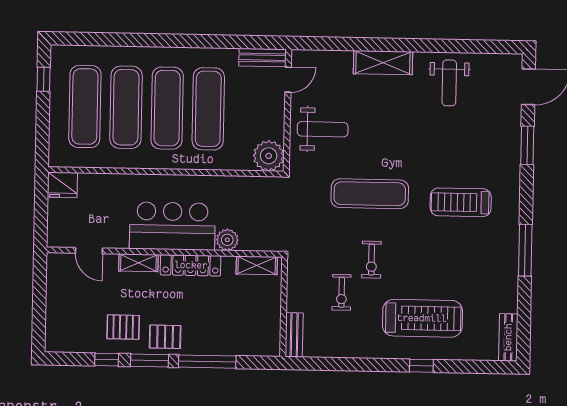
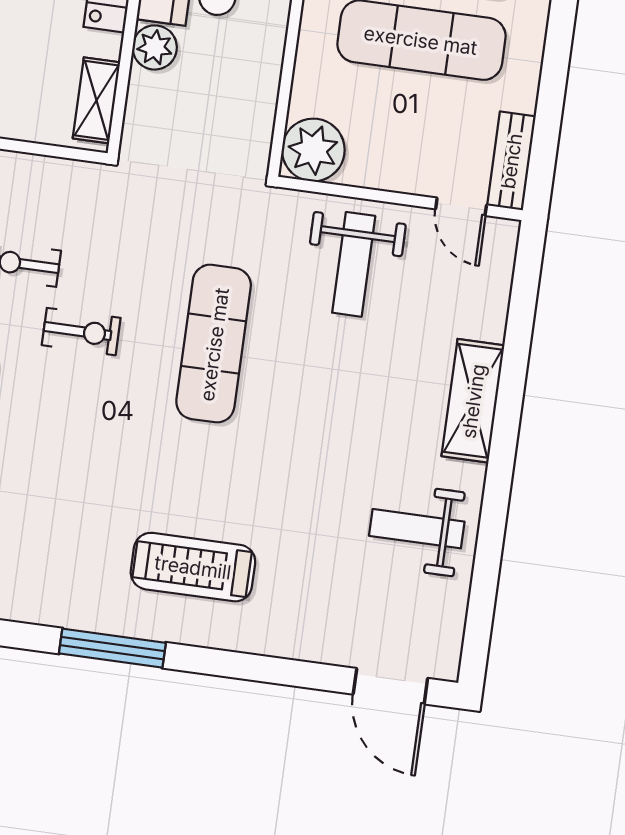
window: (527, 145) -> (273, 670), removed
treadmill: (461, 202) -> (193, 567), moved, turned -90
window: (525, 250) -> (112, 648), moved
exercise bike: (372, 260) -> (81, 332), turned 180

